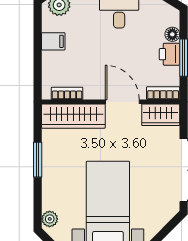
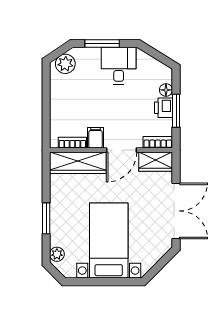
filing cabinet: (53, 41) -> (95, 138), moved, turned -90
door: (122, 102) -> (121, 150), swing flipped
window: (38, 160) -> (46, 218), moved

